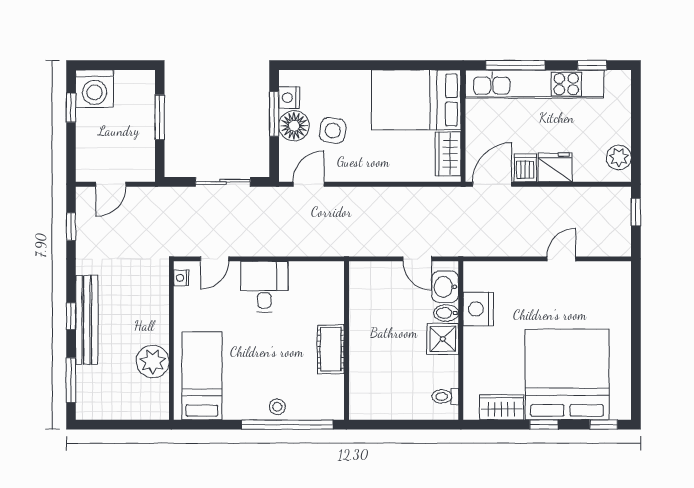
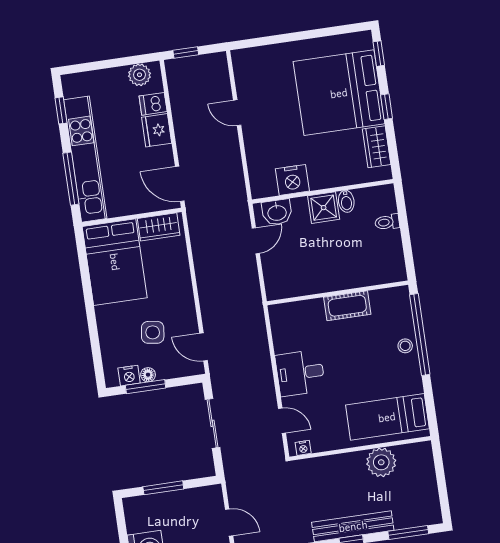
floor lamp: (294, 126) -> (148, 375), width x0.53, depth x0.53
dishwasher: (525, 168) -> (153, 104), moved
bidet: (446, 313) -> (346, 201), moved
toilet: (445, 397) -> (387, 222), moved, turned 90

